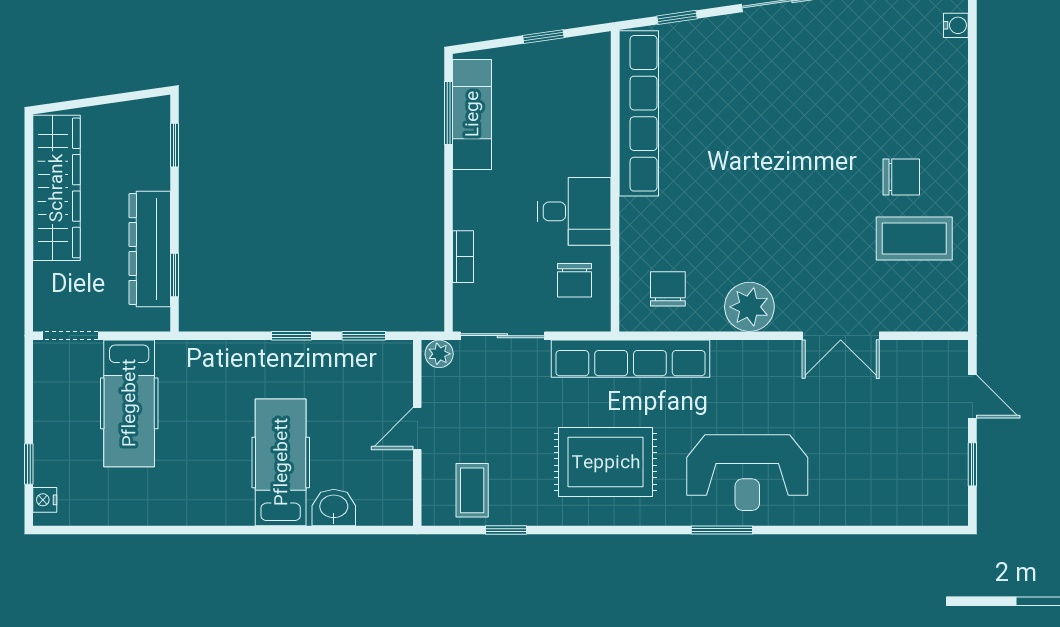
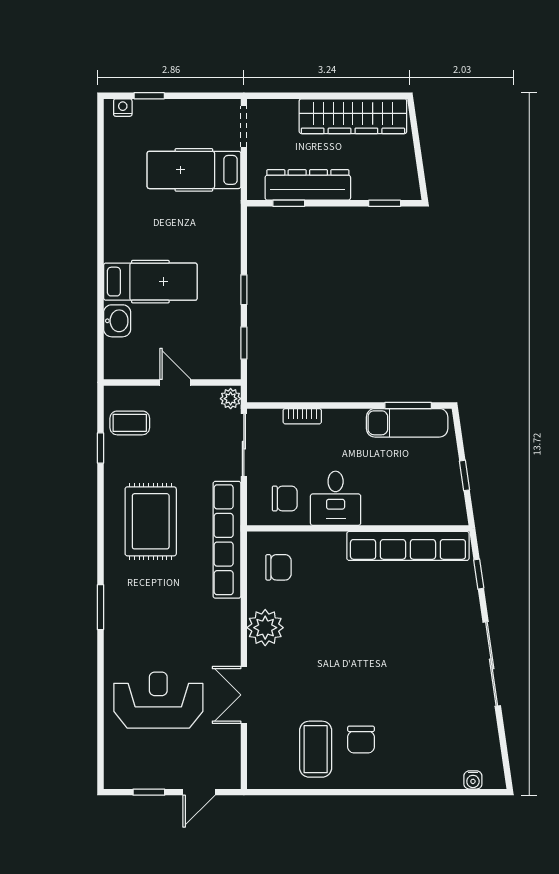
chair: (575, 280) -> (285, 499), turned 180
reception desk: (747, 473) -> (158, 700), moved, turned 90

